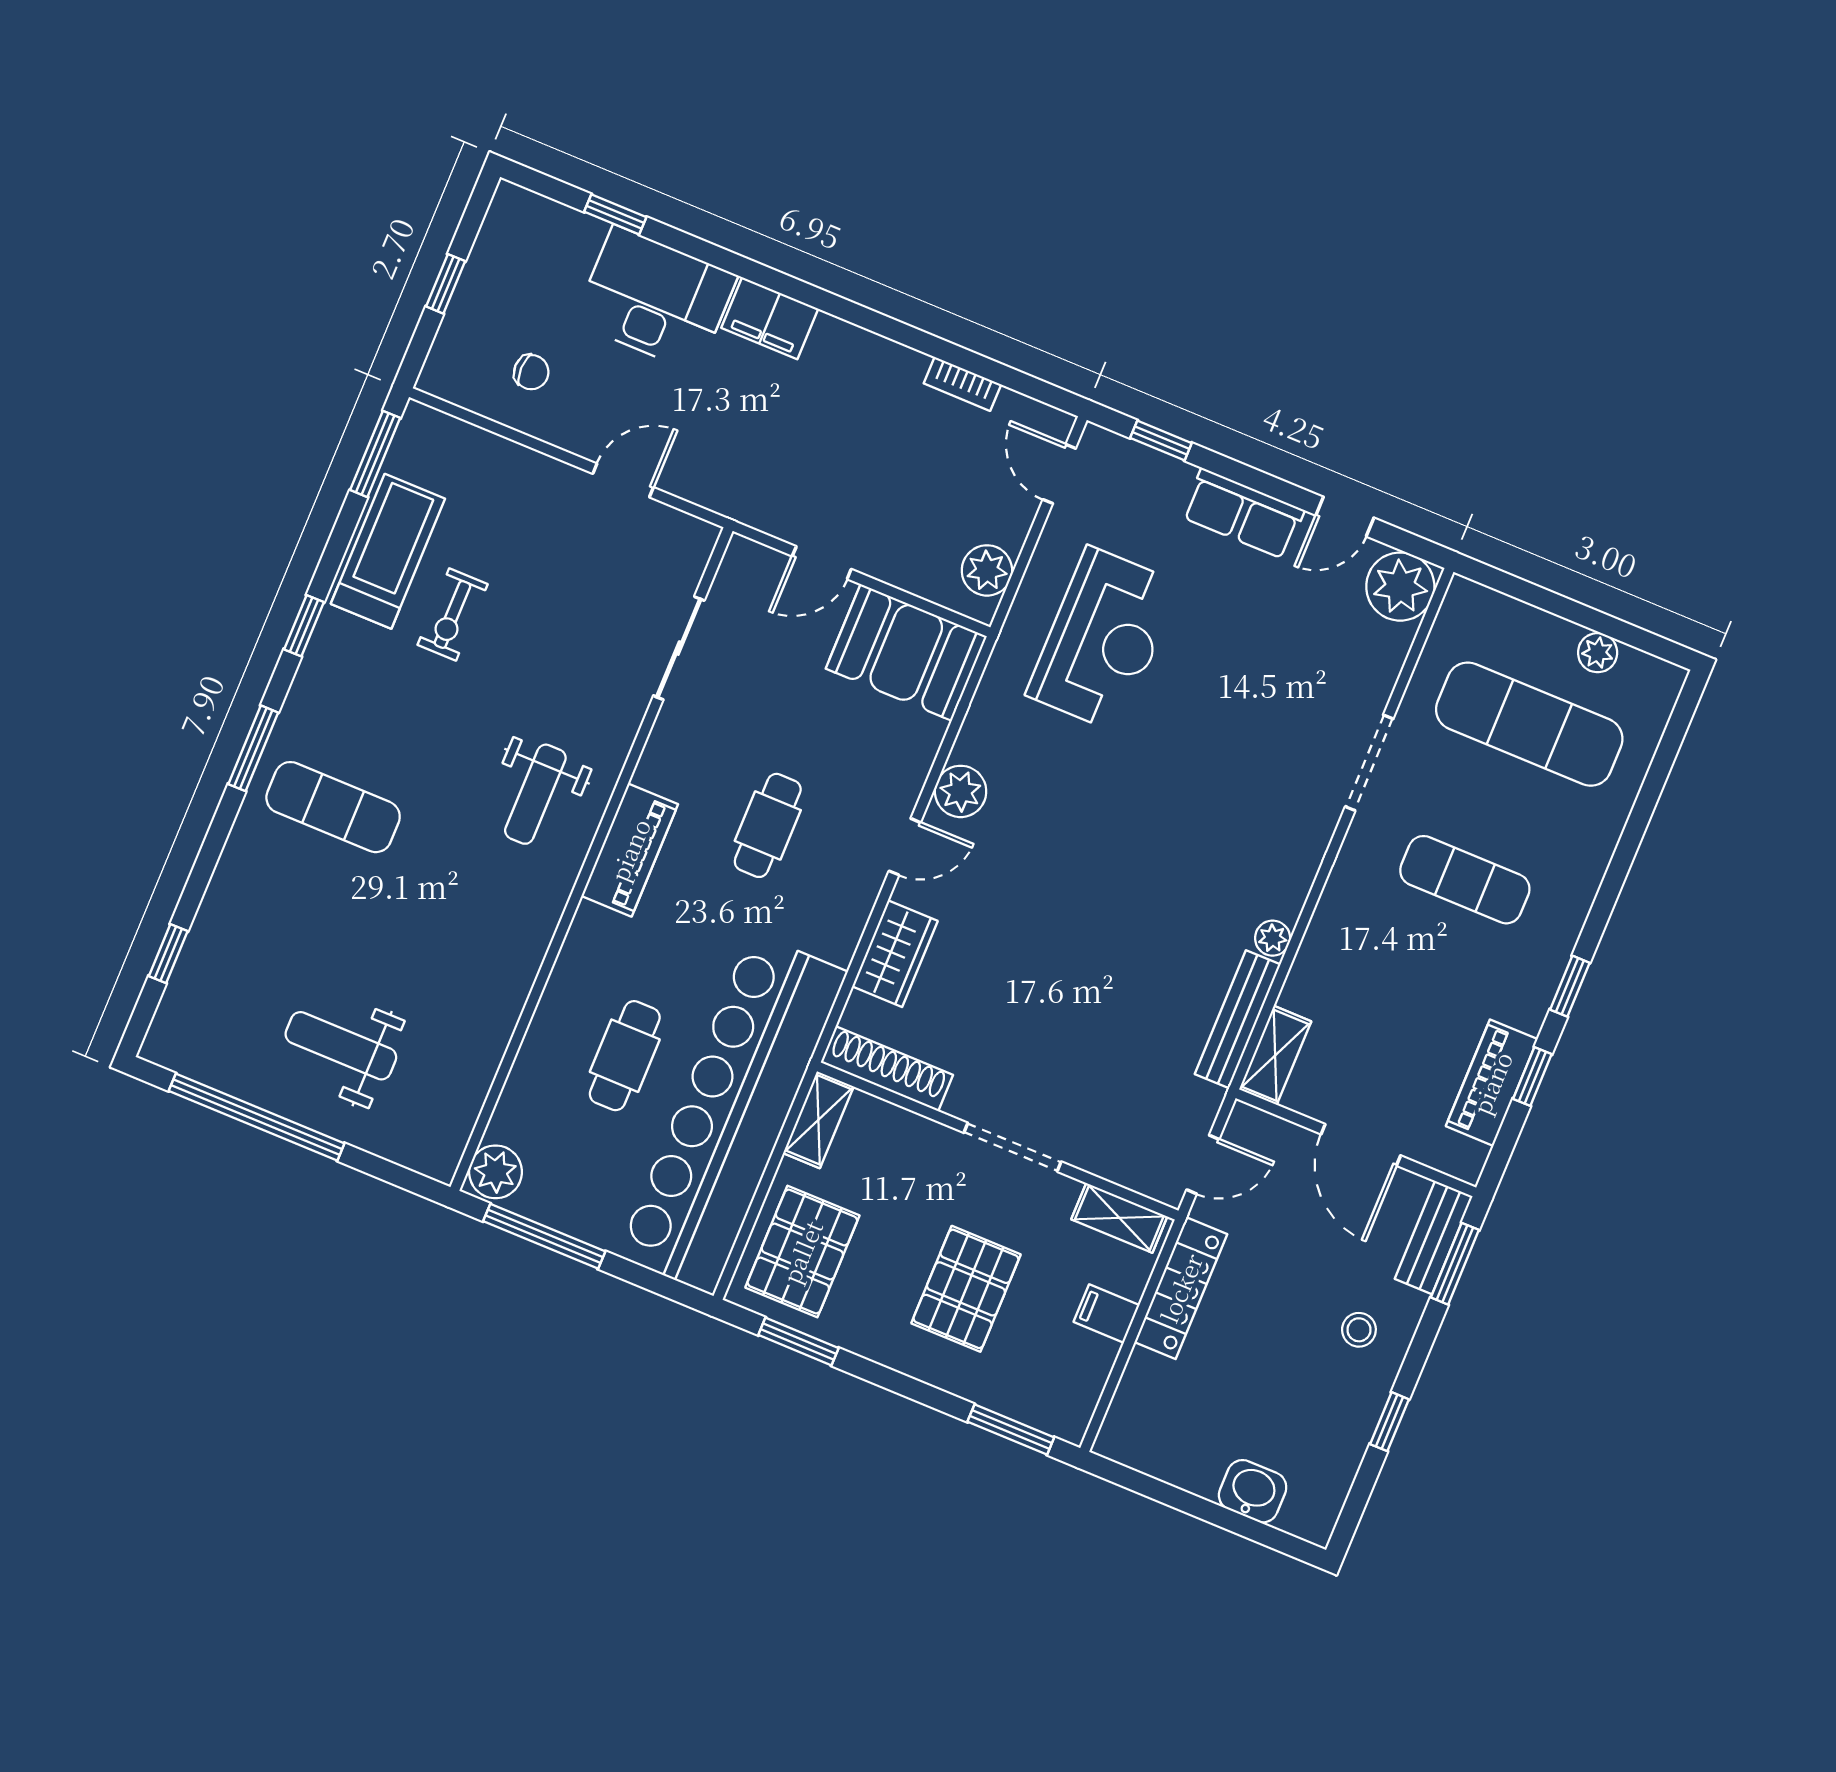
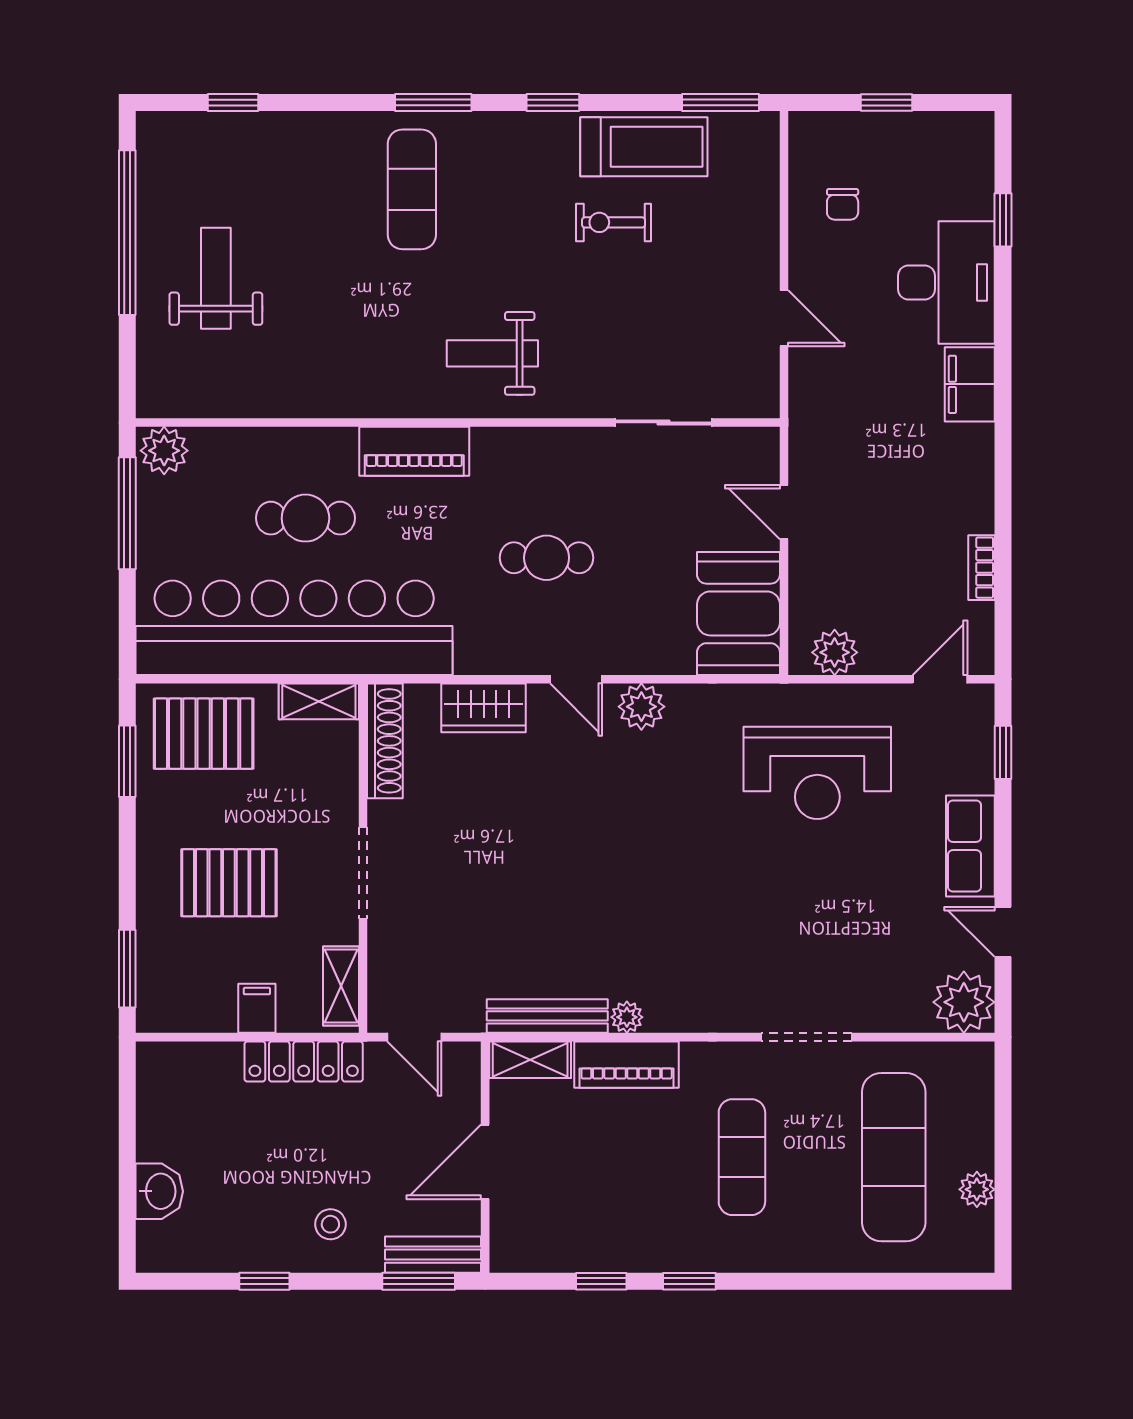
piano: (630, 850) -> (414, 451), moved
piano: (1492, 1083) -> (627, 1065), moved, turned 180

